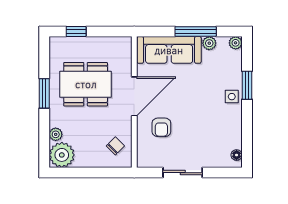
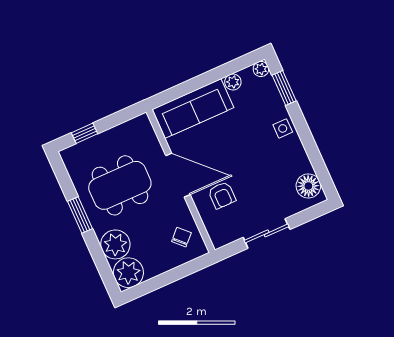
window: (196, 31) -> (213, 76), removed
window: (247, 85) -> (284, 88), moved
door: (134, 96) -> (178, 175), hinge flipped
plant: (56, 134) -> (115, 244), width x1.88, depth x1.88
floor lamp: (237, 155) -> (308, 186), width x1.89, depth x1.89

